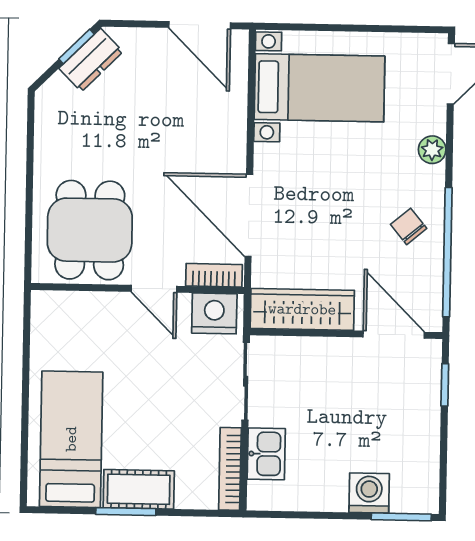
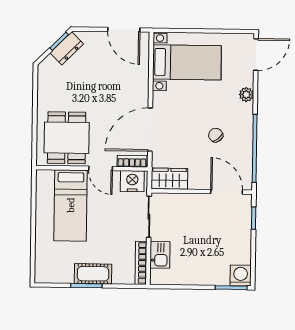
door: (249, 215) -> (150, 130), hinge flipped
chair: (409, 226) -> (216, 135), moved
wardrobe: (302, 309) -> (169, 179), width x0.67
bed: (71, 439) -> (71, 205), moved, turned 180
washing machine: (369, 493) -> (241, 276), moved

